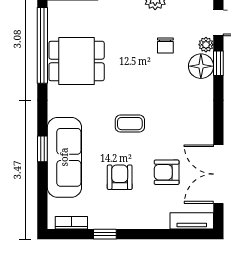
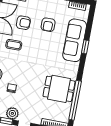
coffee table: (130, 124) -> (14, 45), moved

